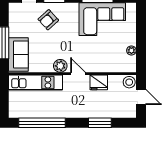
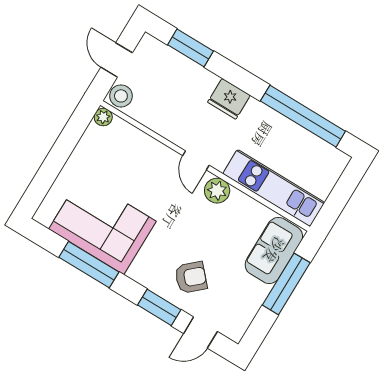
plant: (131, 50) -> (103, 117), moved
fridge: (99, 82) -> (229, 99), moved, turned 180
window: (100, 123) -> (191, 48), moved

